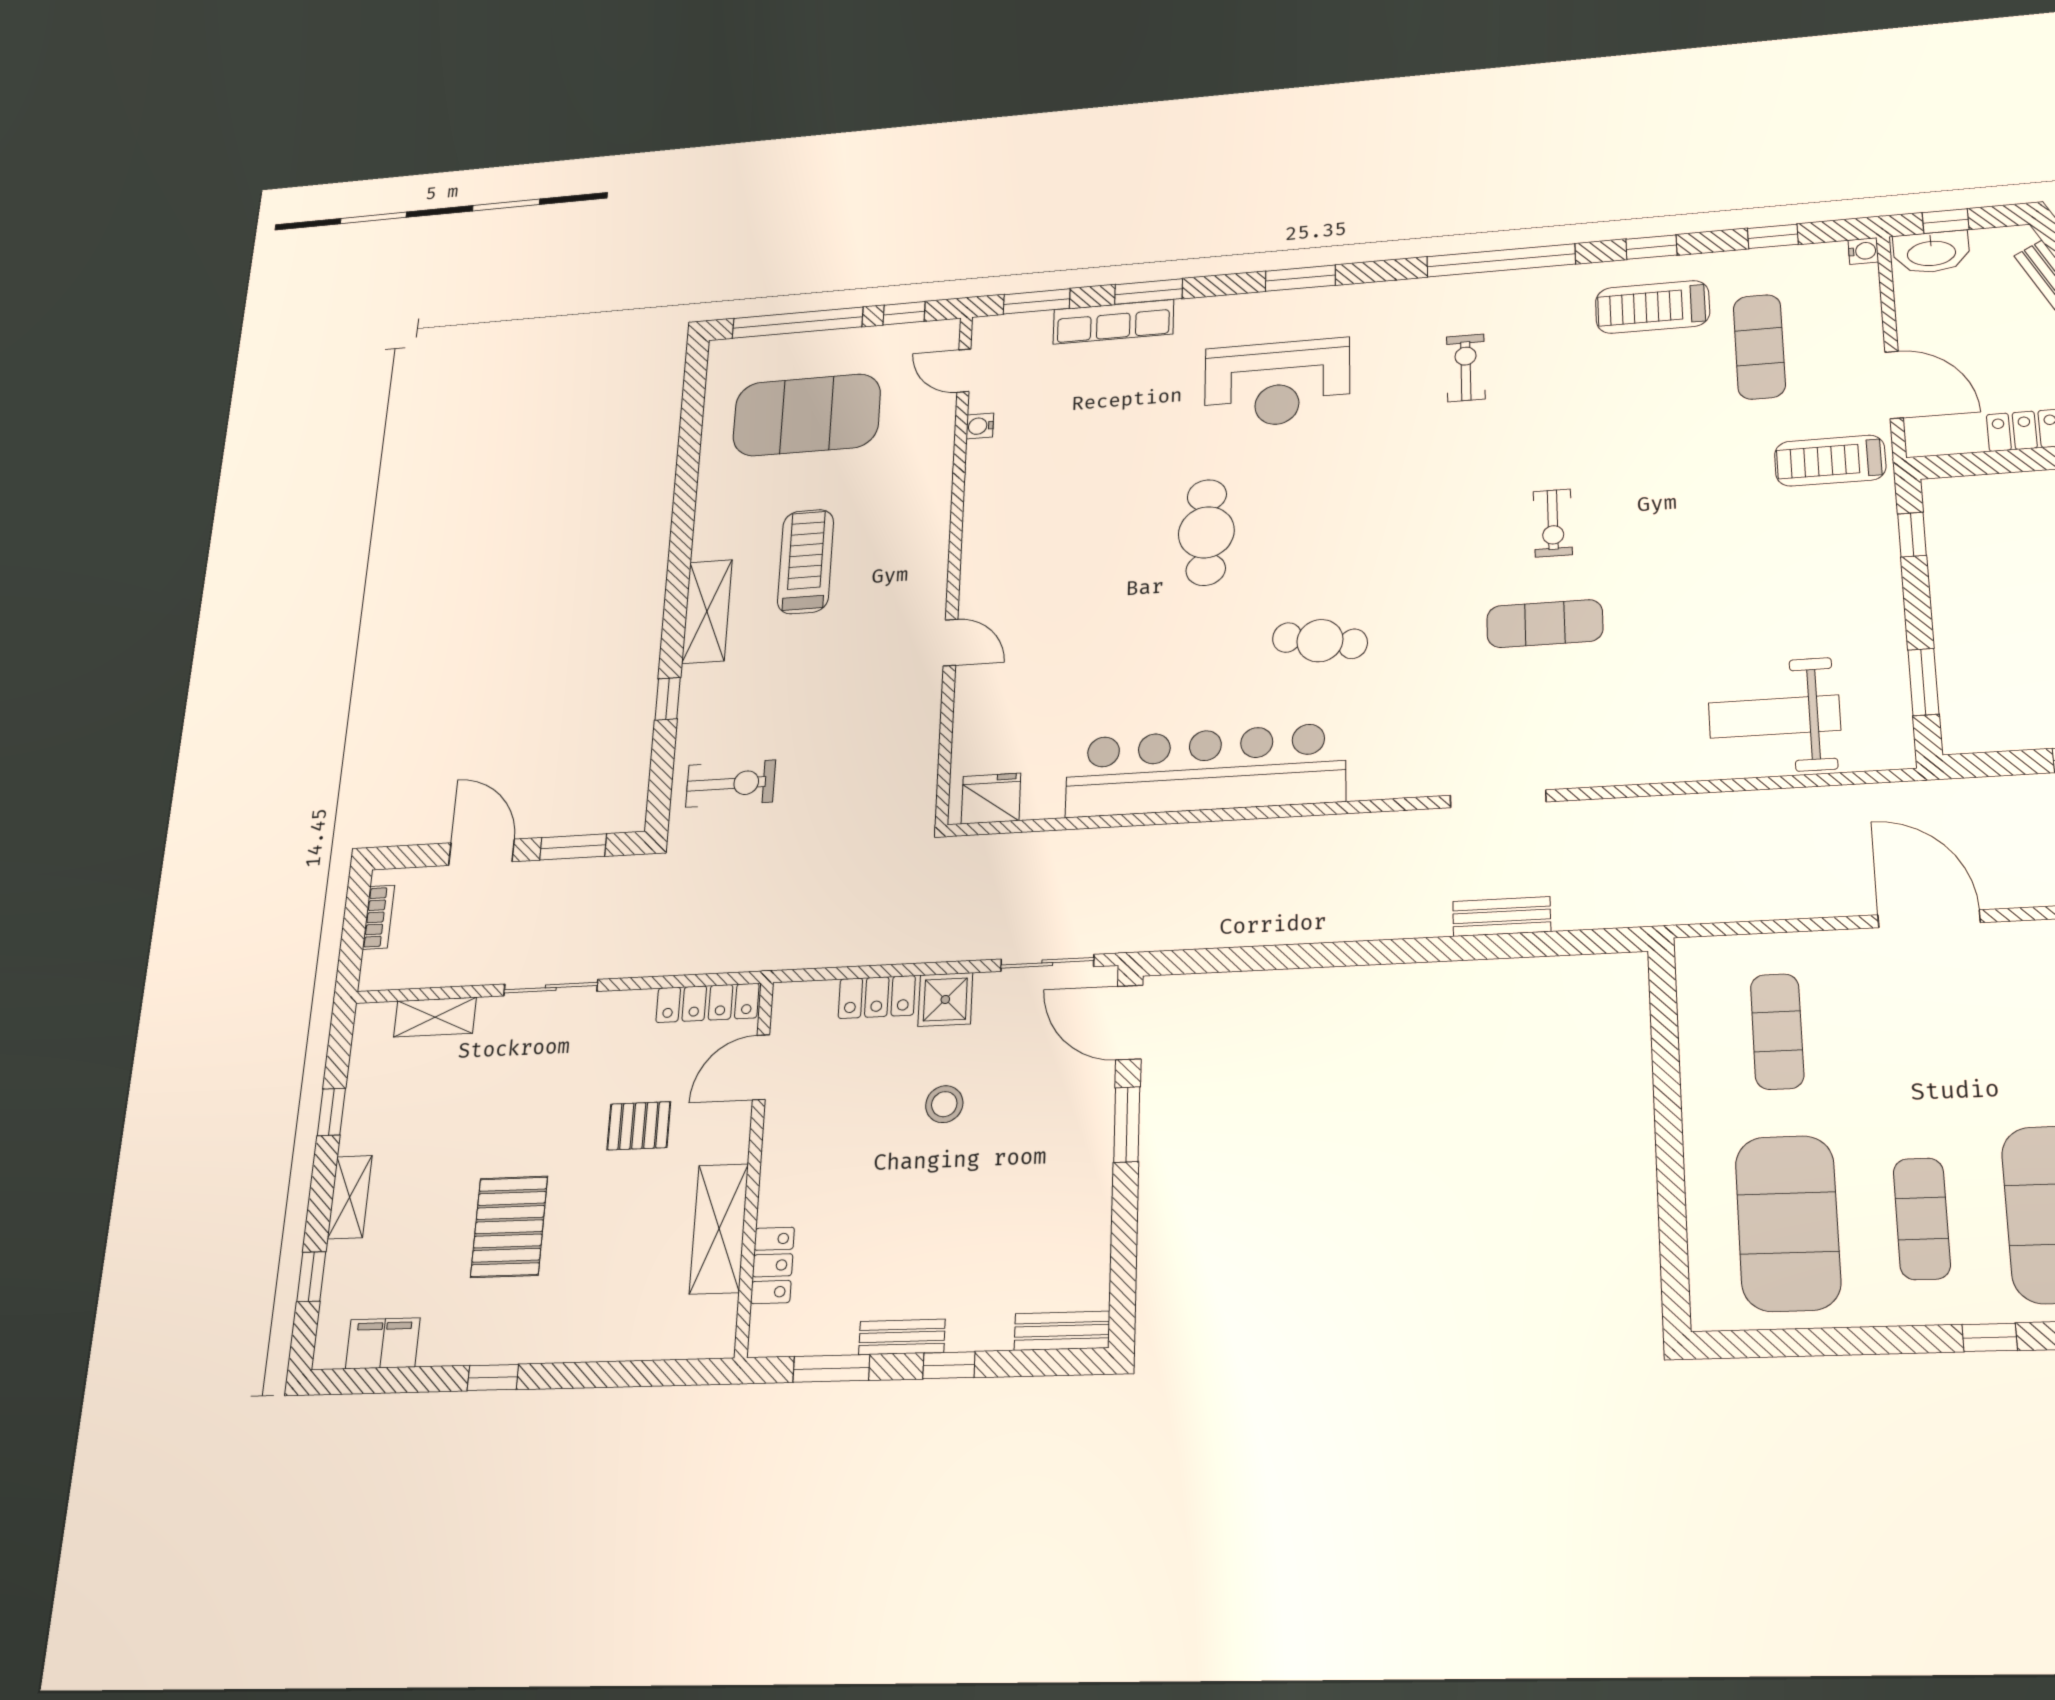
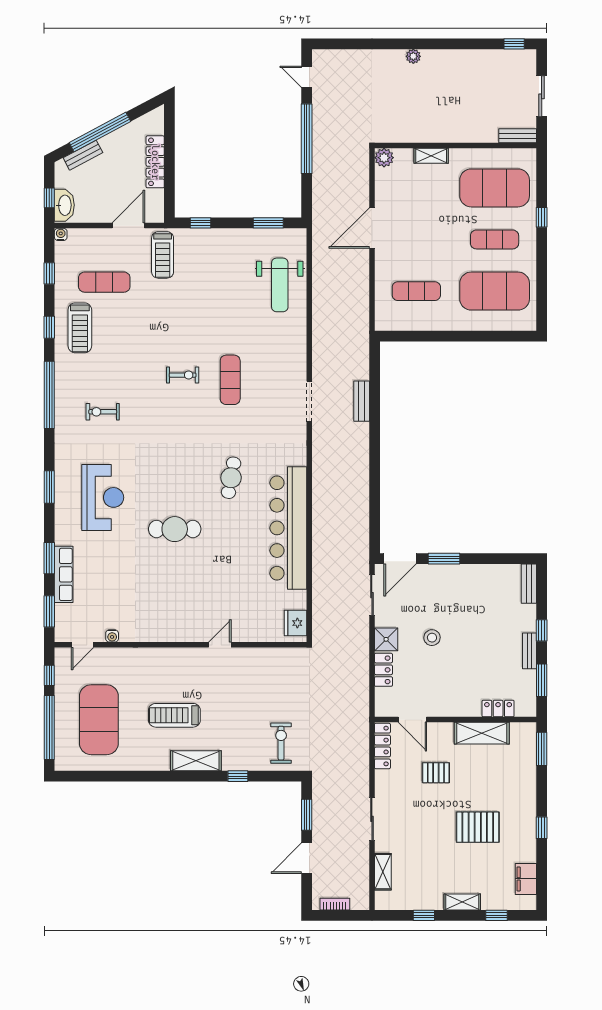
pallet: (639, 1126) -> (436, 773), turned 90
window: (672, 1373) -> (542, 749), added

